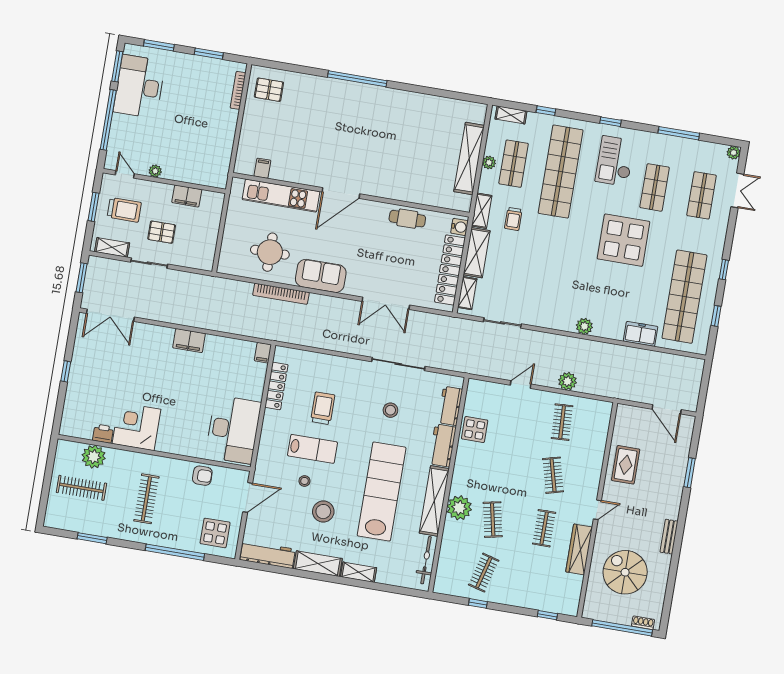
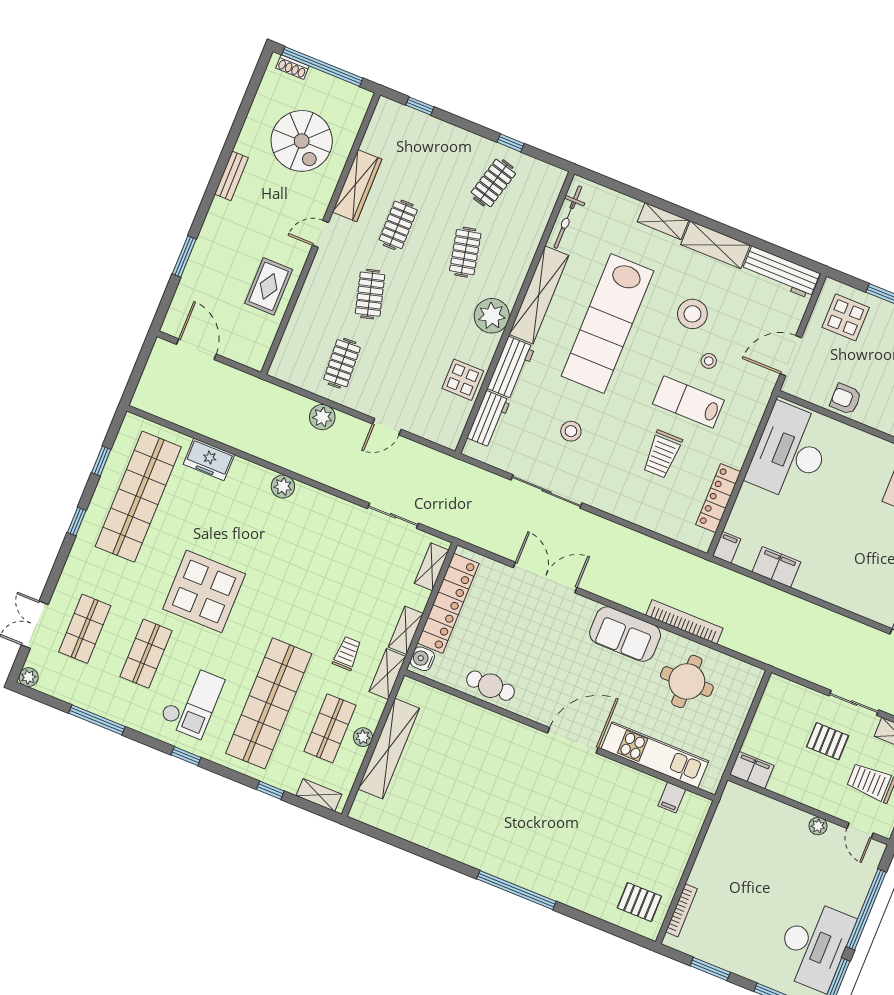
filing cabinet: (187, 196) -> (752, 770), moved
shelving: (477, 253) -> (406, 630), width x0.67, depth x0.75
filing cabinet: (189, 341) -> (776, 567), moved
plant: (459, 508) -> (492, 316), moved

